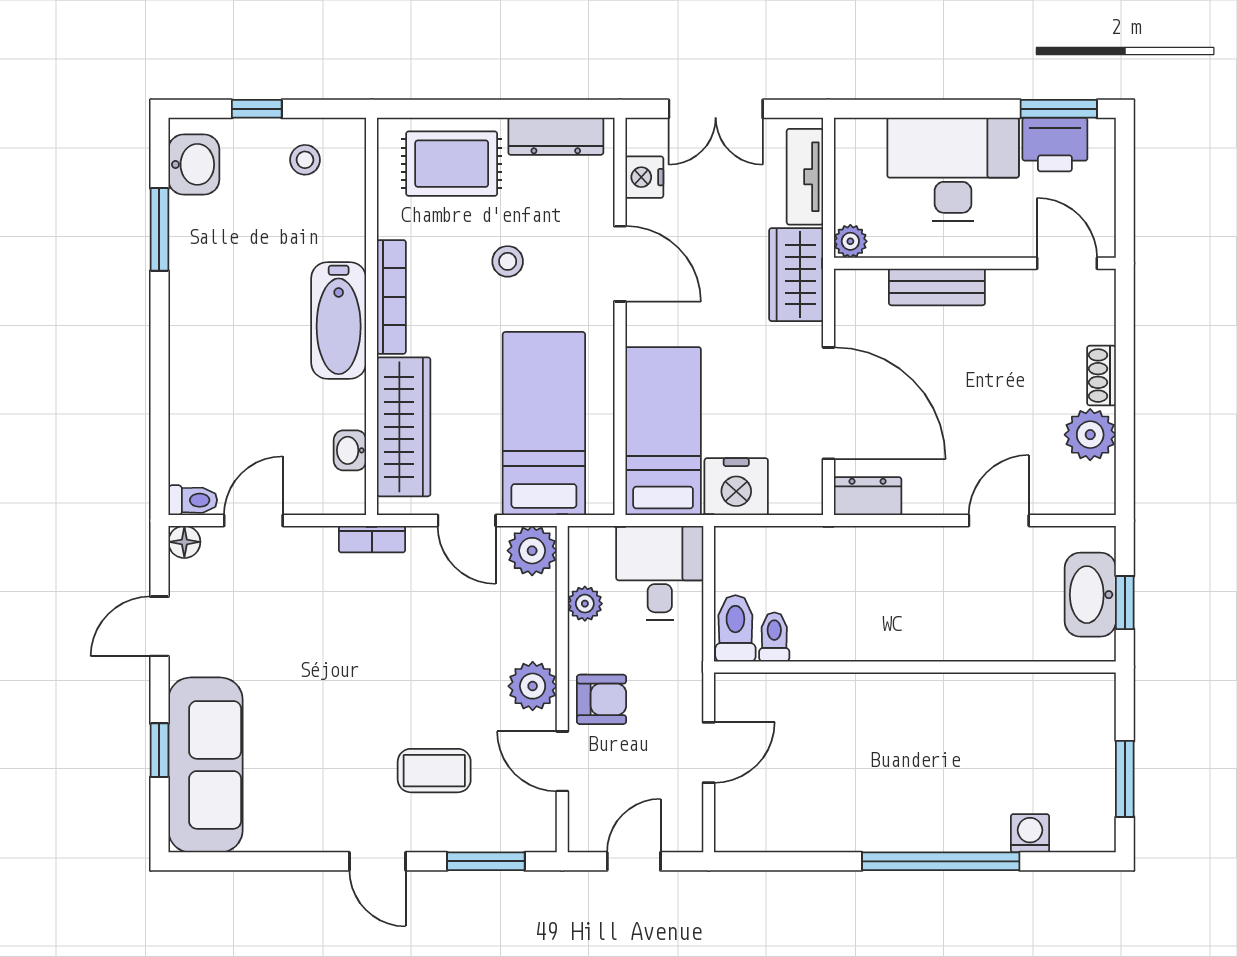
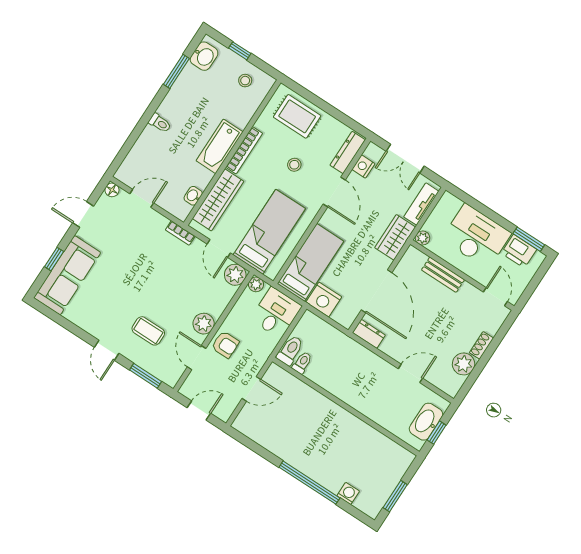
dresser: (556, 136) -> (348, 153), moved, turned 90
toilet: (193, 500) -> (160, 123), moved
plant: (585, 604) -> (256, 284), moved

